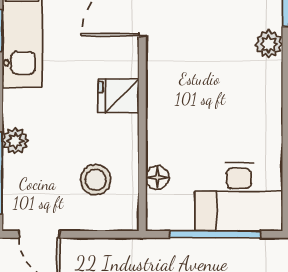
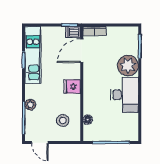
plant: (269, 44) -> (128, 66), width x1.88, depth x1.88
desk: (239, 197) -> (125, 95), moved, turned -90

